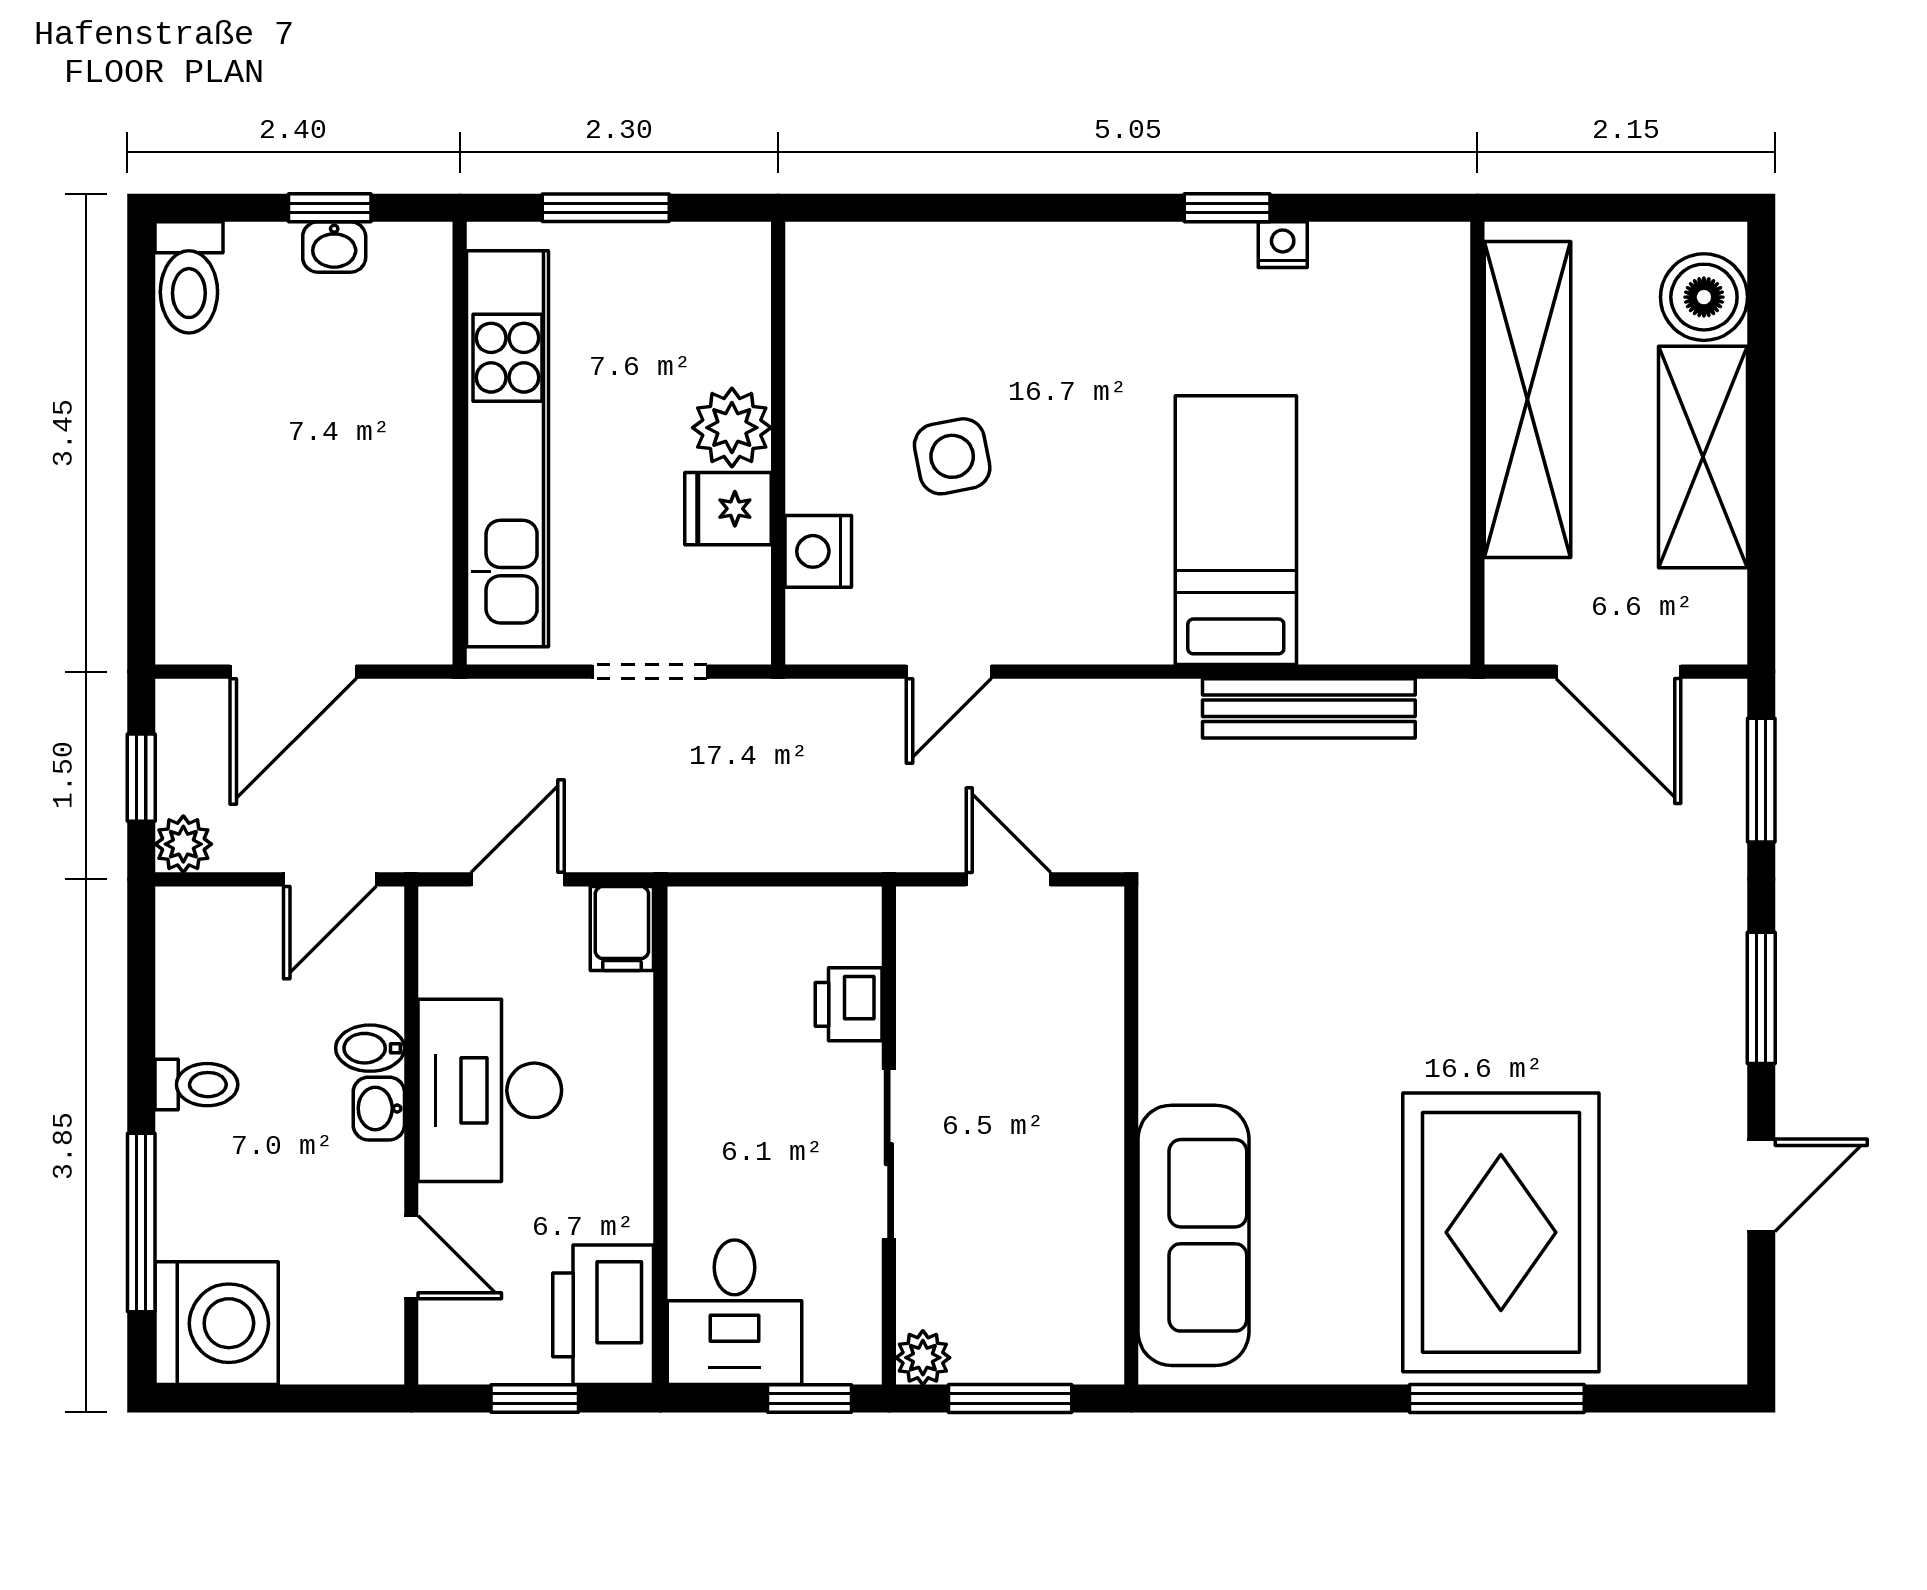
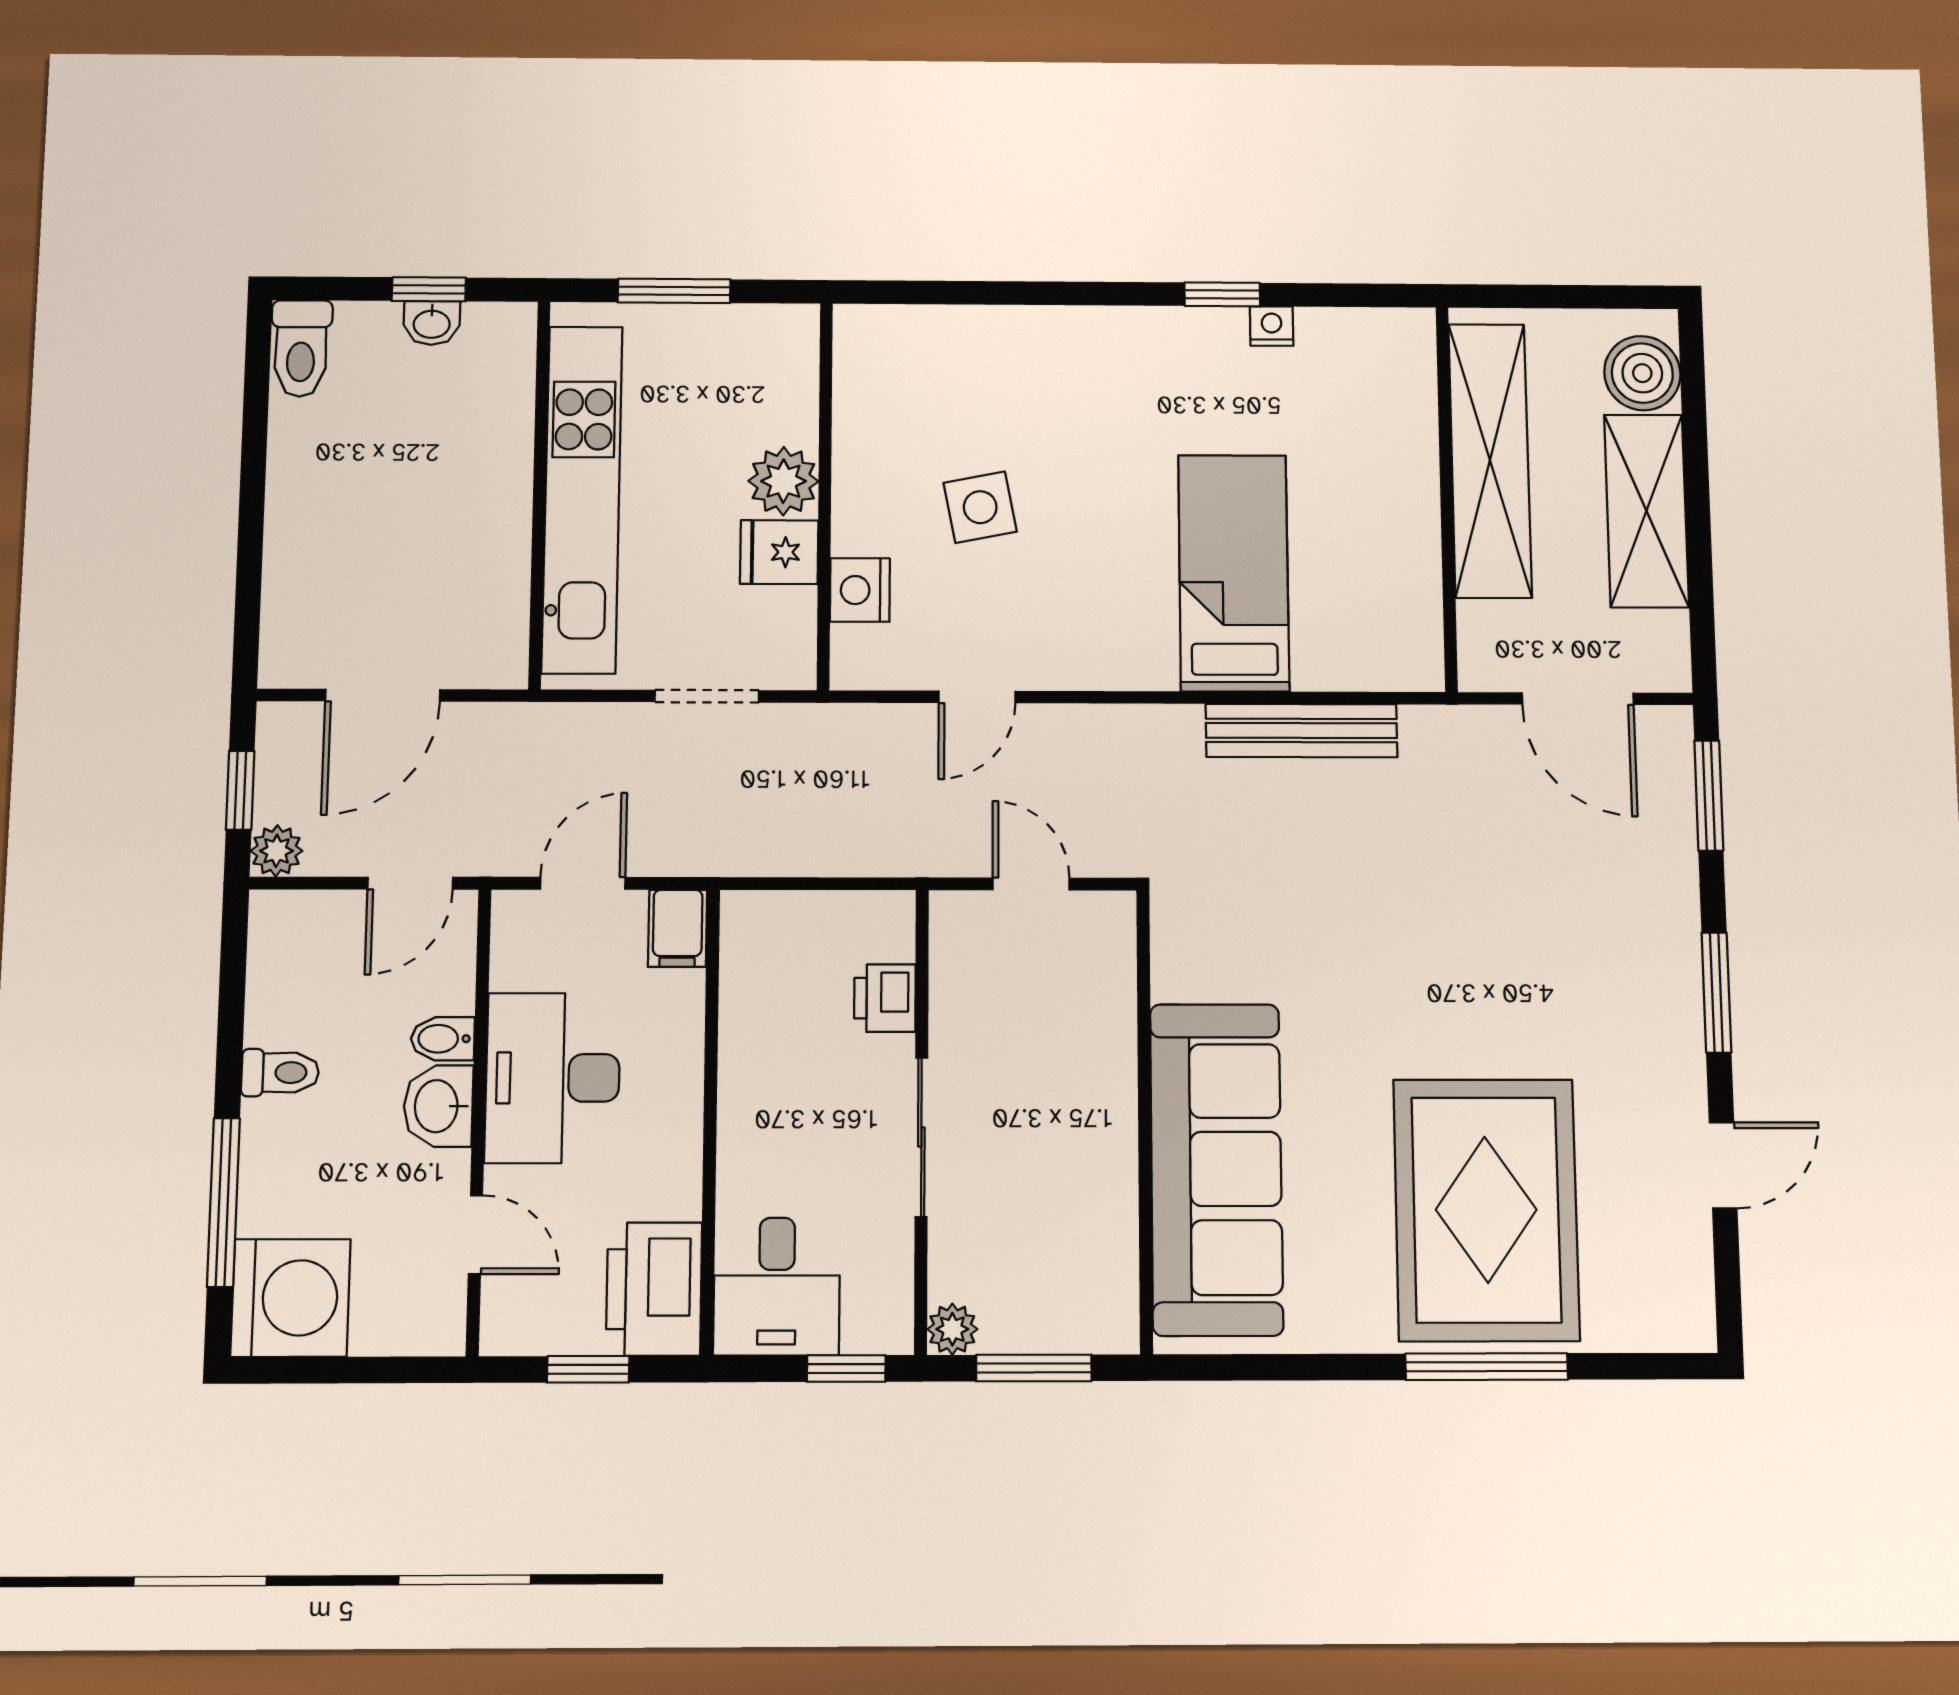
washbasin: (379, 1109) -> (438, 1106), width x1.38, depth x1.45
sofa: (1193, 1235) -> (1216, 1169), width x1.36, depth x1.27

